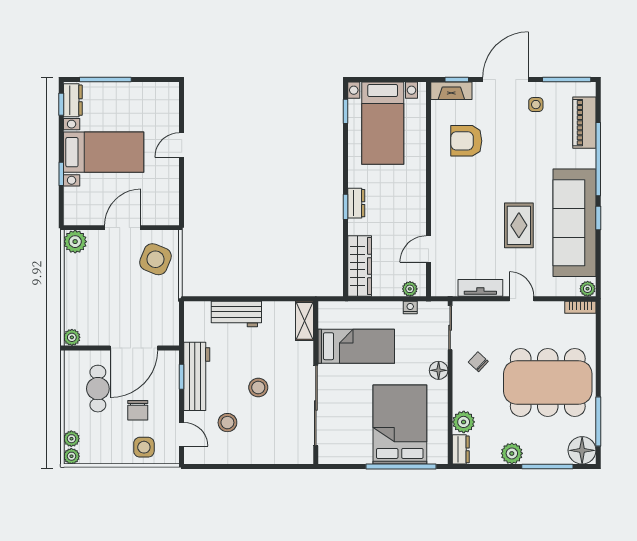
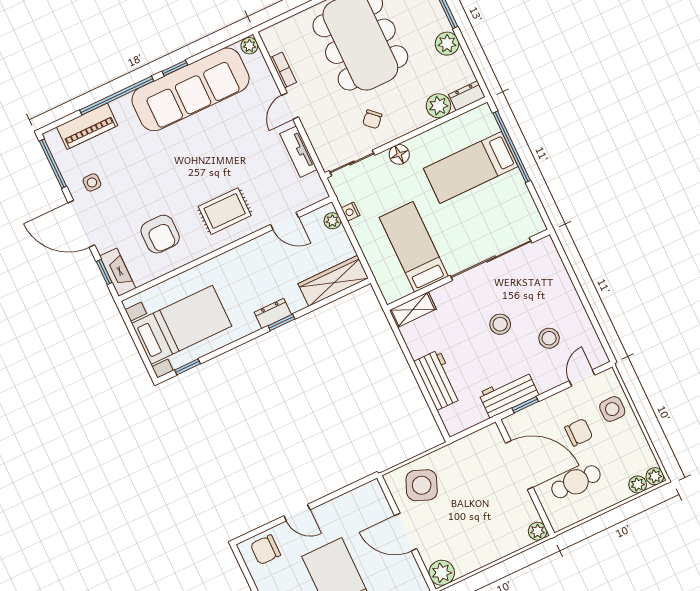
chair: (163, 104) -> (265, 550), added
rug: (519, 225) -> (225, 211), moved
bookcase: (580, 307) -> (283, 70), moved
workbench: (197, 376) -> (509, 394), width x0.73
bed: (400, 425) -> (471, 167), width x0.67

